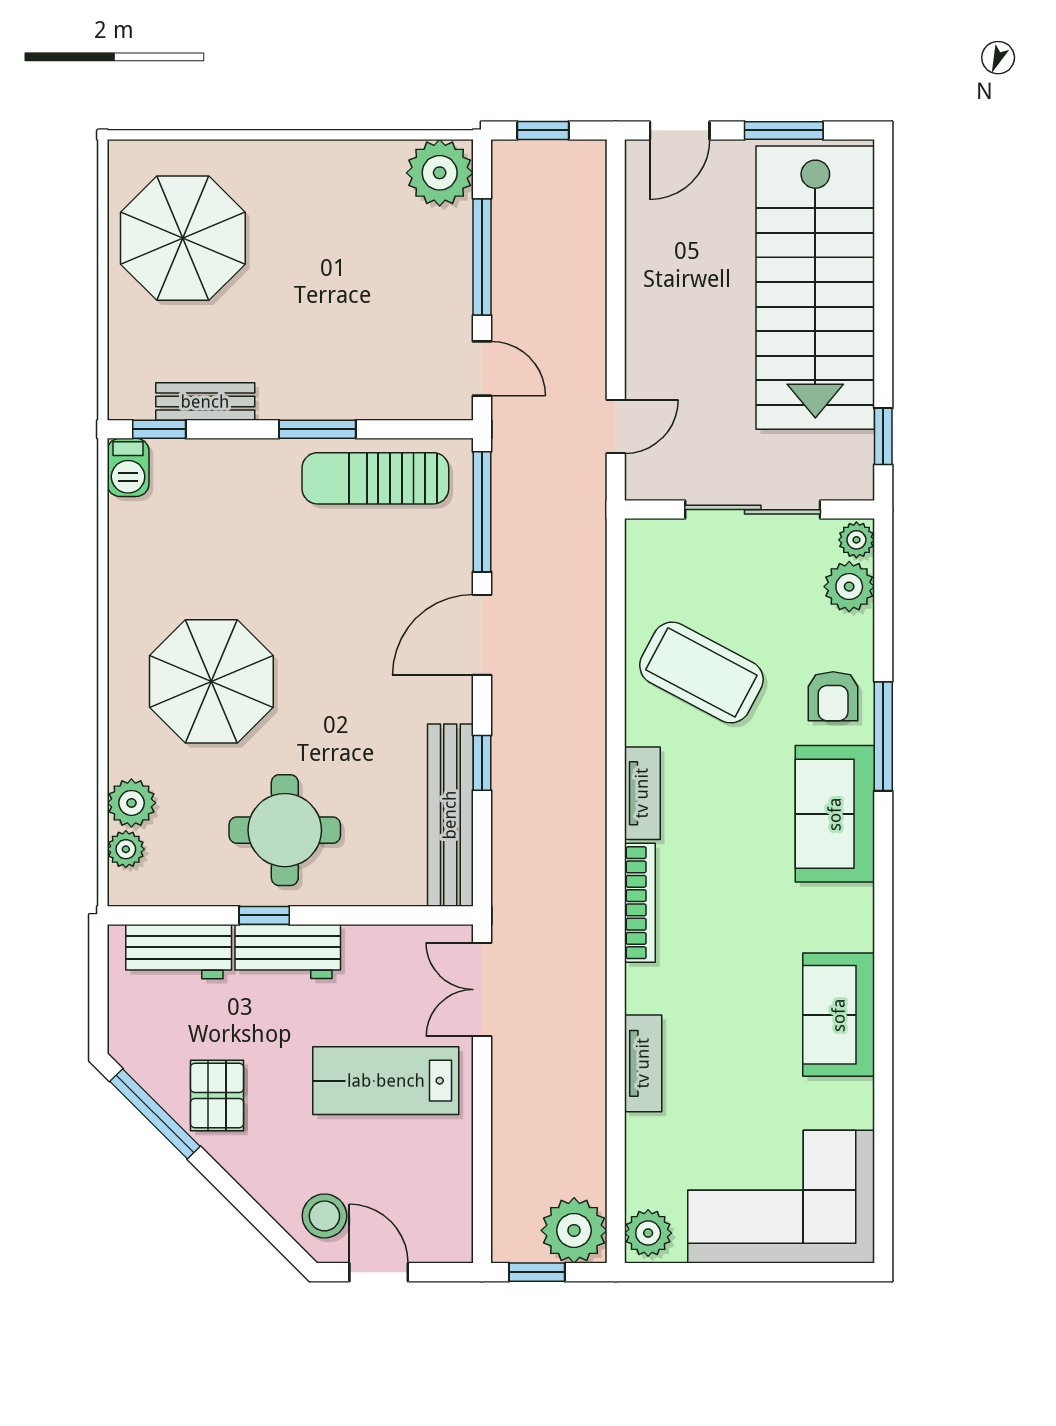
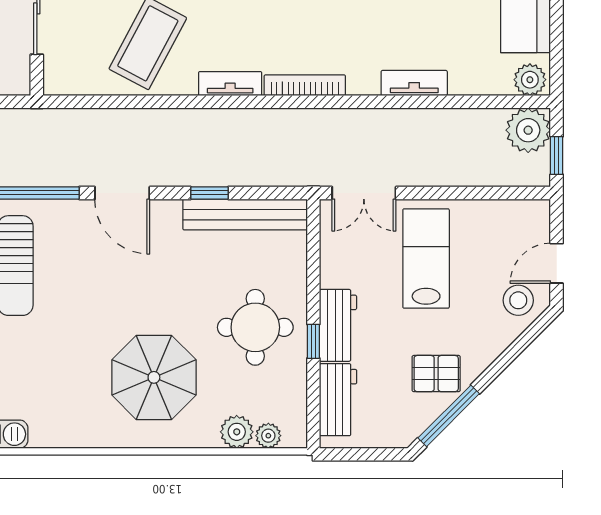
lab bench: (386, 1081) -> (426, 258), turned 180

